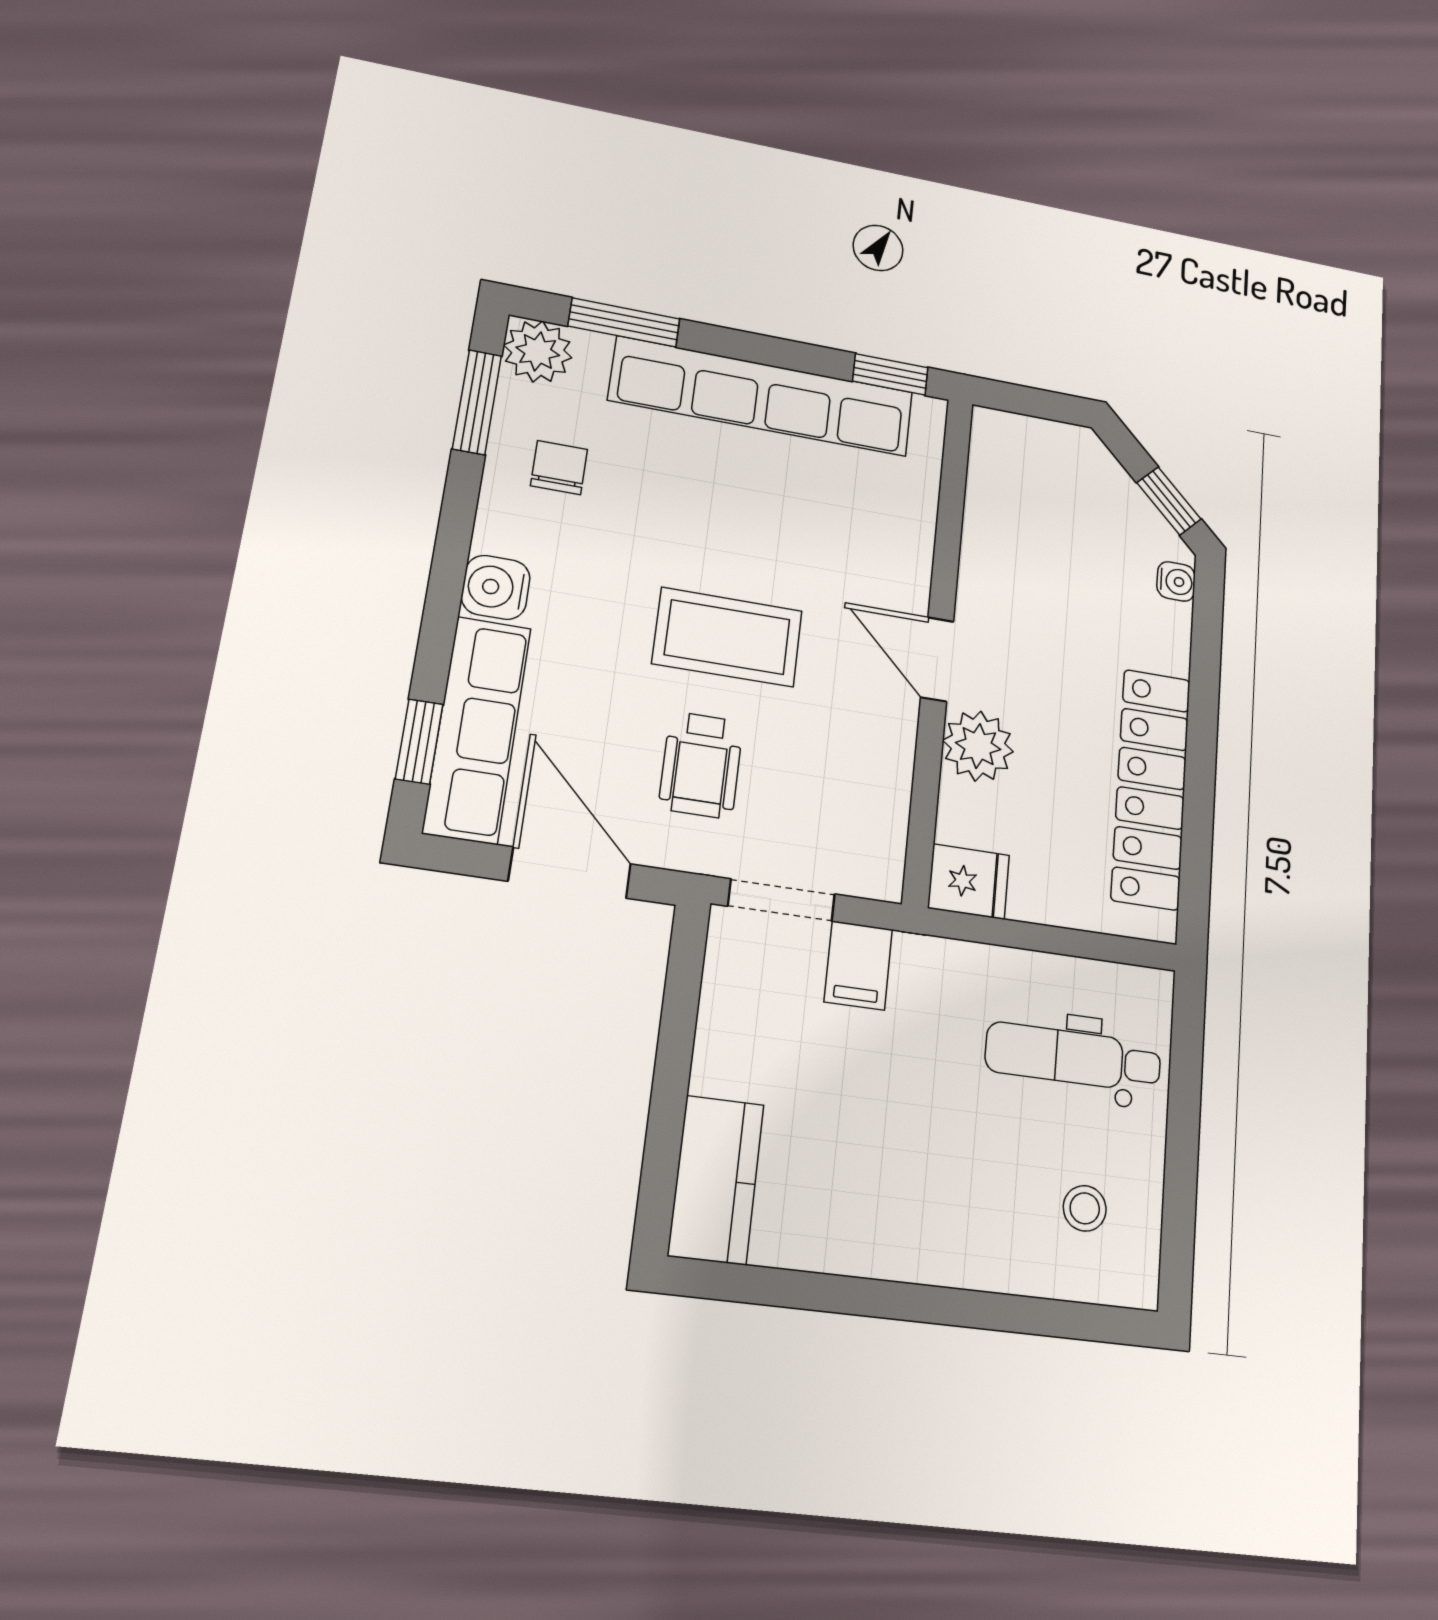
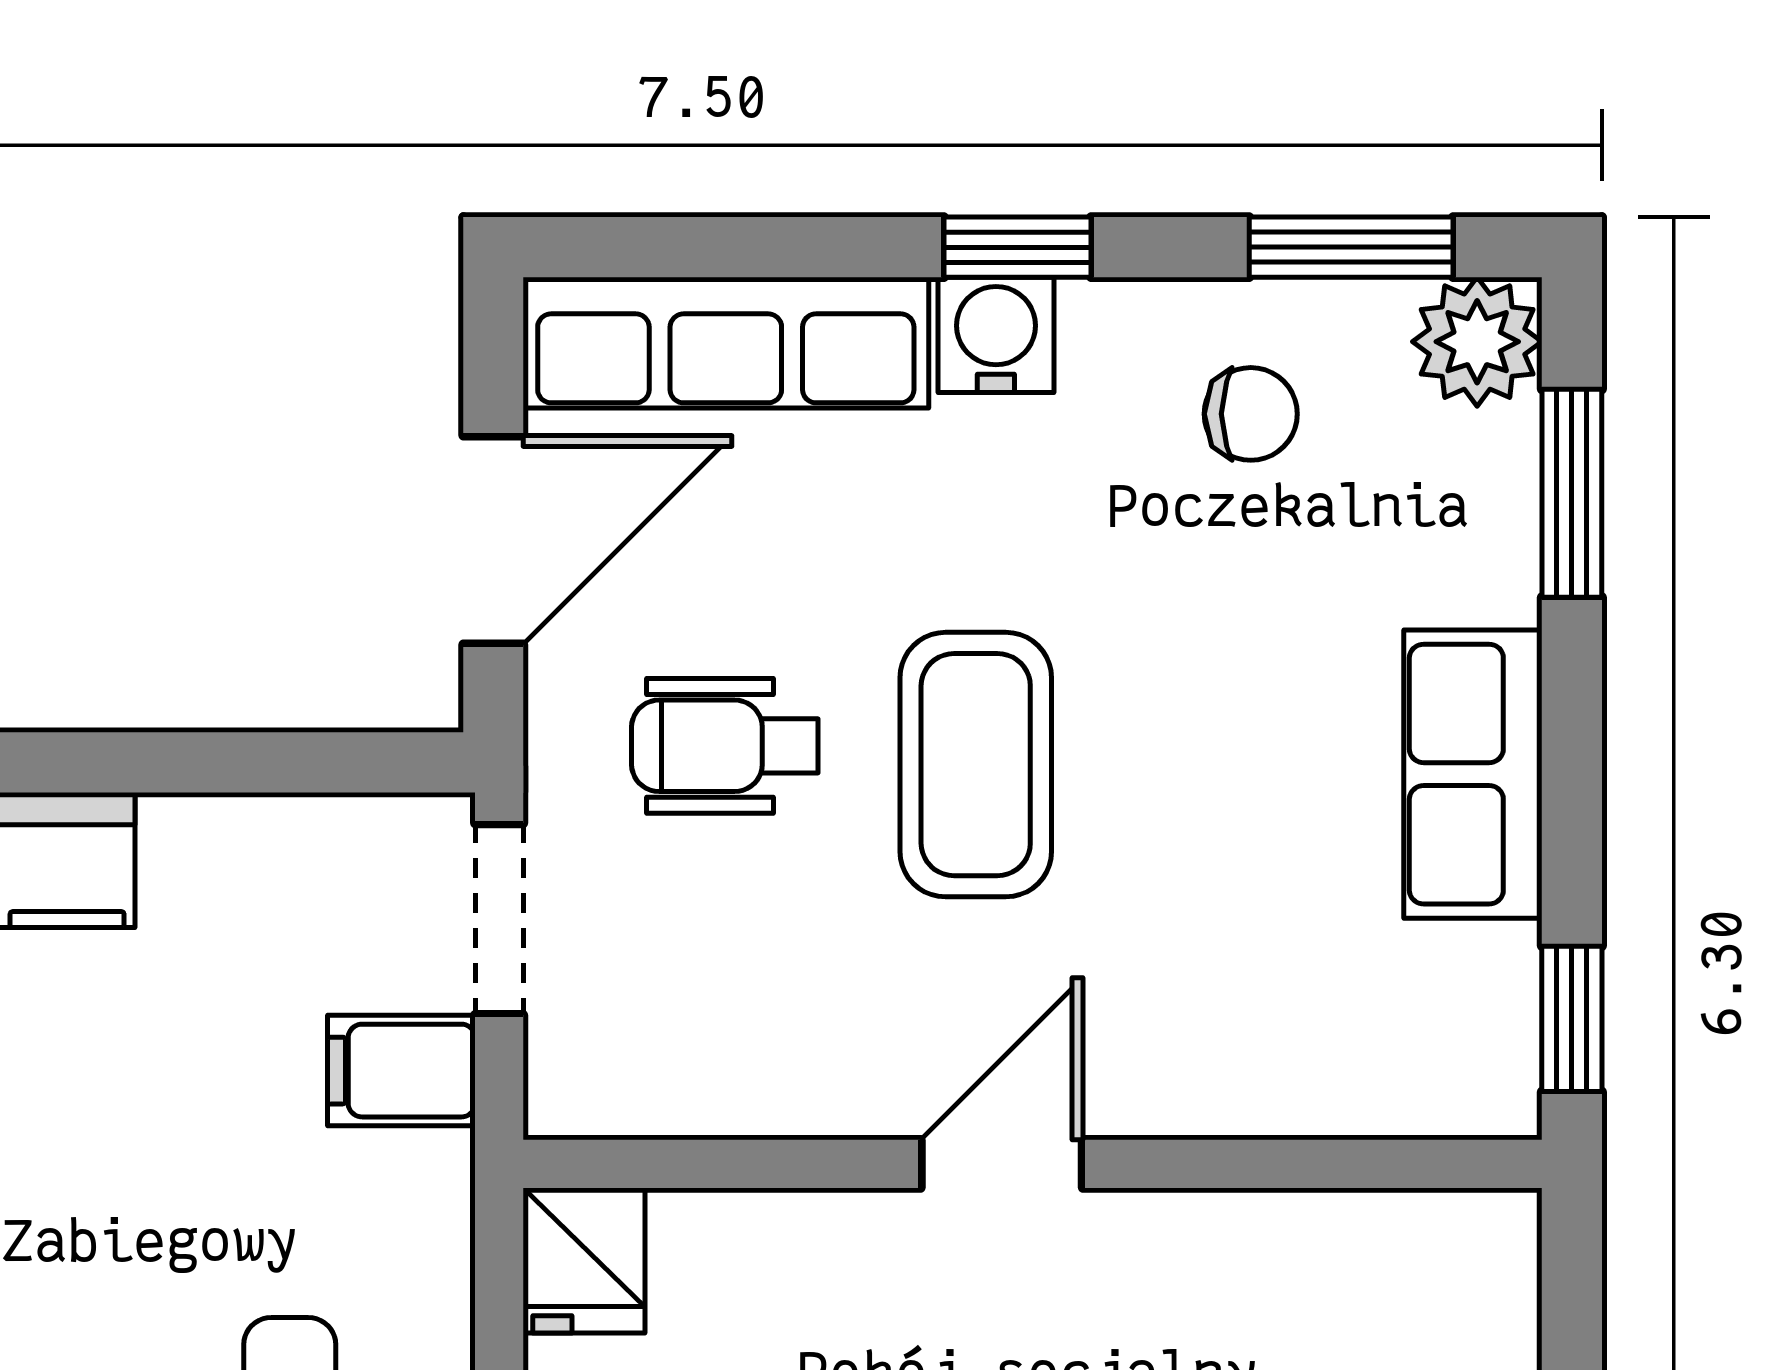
row of seats: (762, 396) -> (1473, 774), width x0.50
window: (419, 742) -> (1017, 247), moved
plant: (978, 746) -> (845, 1257), removed

